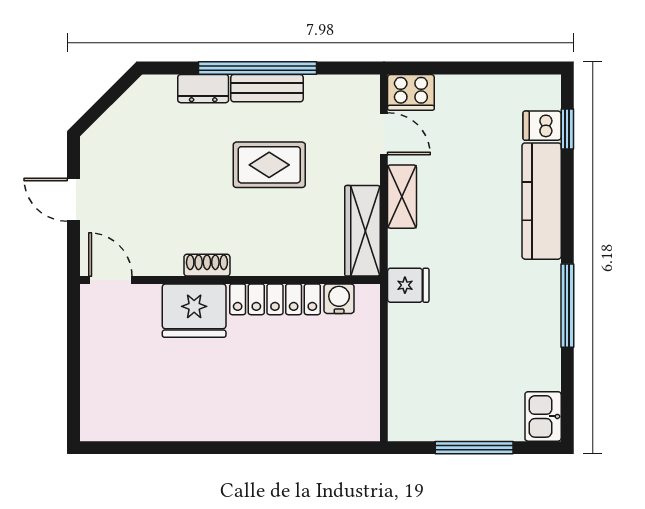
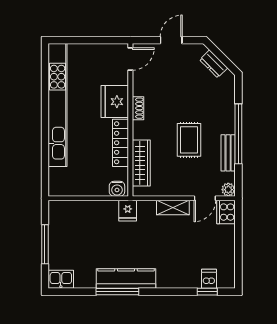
bench: (267, 88) -> (228, 153), moved
plant: (367, 88) -> (228, 190), added
dresser: (203, 89) -> (214, 64), moved, turned -45
kitchen counter: (542, 201) -> (126, 279), moved
wardrobe: (363, 231) -> (141, 163), moved, turned 90
water cooler: (339, 299) -> (117, 189), moved, turned 90
kitchen unit: (201, 423) -> (58, 105), added

